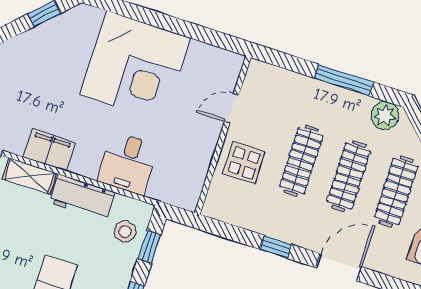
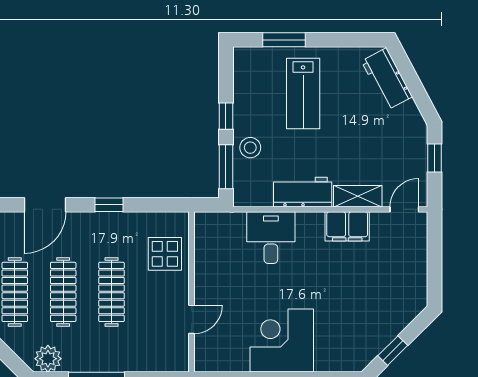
corner desk: (135, 66) -> (282, 341), width x0.74, depth x0.74
display table: (244, 163) -> (165, 254), moved
stool: (125, 231) -> (250, 148), moved
window: (149, 247) -> (226, 167), width x1.50

